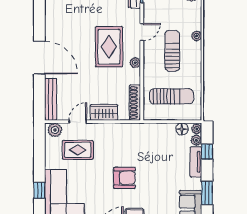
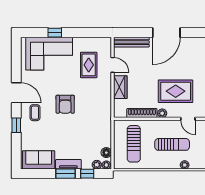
shoe rack: (135, 103) -> (142, 113), moved
plant: (55, 130) -> (106, 46), removed
tv unit: (196, 162) -> (68, 164), moved
window: (207, 193) -> (65, 174), moved

